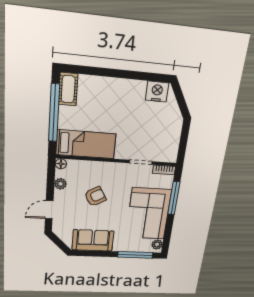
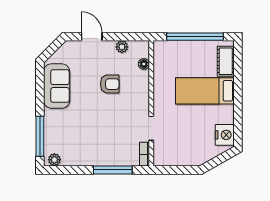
cot: (68, 89) -> (226, 61), moved, turned 90
bed: (86, 144) -> (205, 91), moved, turned 90
floor lamp: (61, 164) -> (144, 64), moved
armchair: (95, 196) -> (110, 84), turned -60
corner sofa: (148, 214) -> (92, 144), removed

